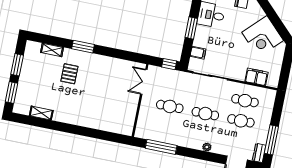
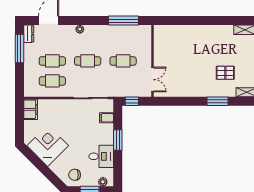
pallet: (69, 74) -> (225, 73), turned 90
filing cabinet: (256, 77) -> (31, 109), moved, turned -90

